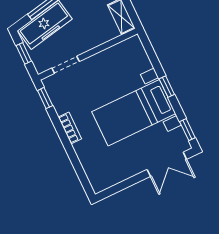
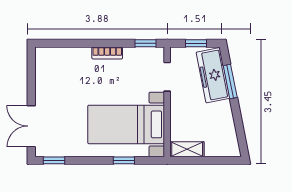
window: (167, 87) -> (124, 160), moved
bed with nightstands: (134, 113) -> (126, 124), moved, turned -90

